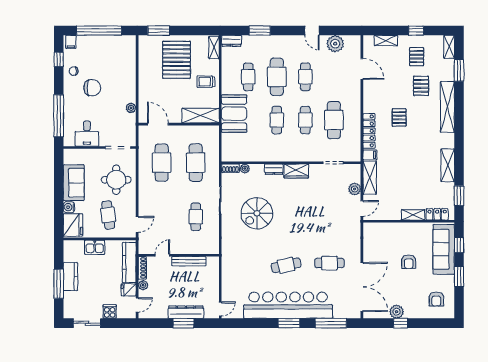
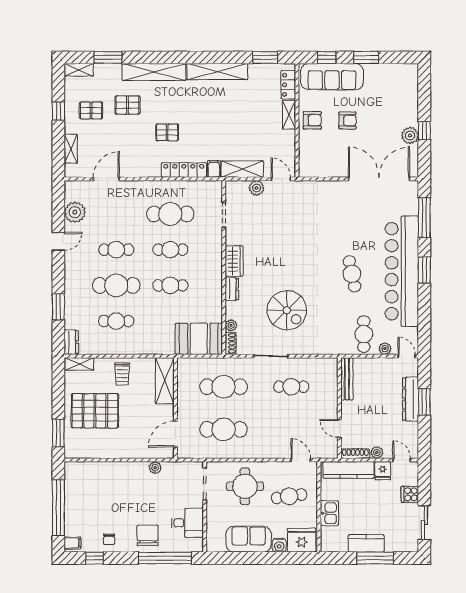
chair: (92, 88) -> (148, 535), moved
booth: (234, 114) -> (199, 339), moved
shelving: (448, 165) -> (217, 72), width x1.47
bench: (189, 261) -> (347, 379), moved
cafe table: (329, 263) -> (364, 334), moved
plant: (226, 292) -> (385, 349), added
armchair: (436, 299) -> (312, 120), moved

